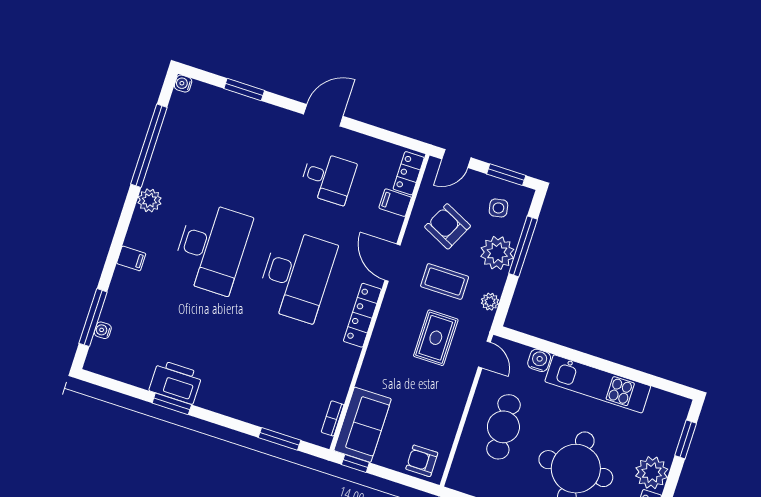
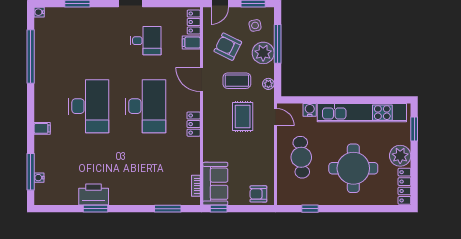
plant: (149, 200) -> (42, 90), removed
locker: (362, 315) -> (194, 124), width x0.66
kitchen unit: (598, 384) -> (362, 113), width x1.36

